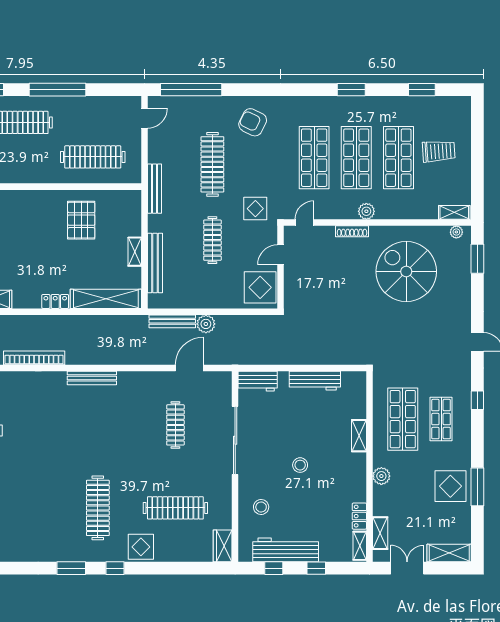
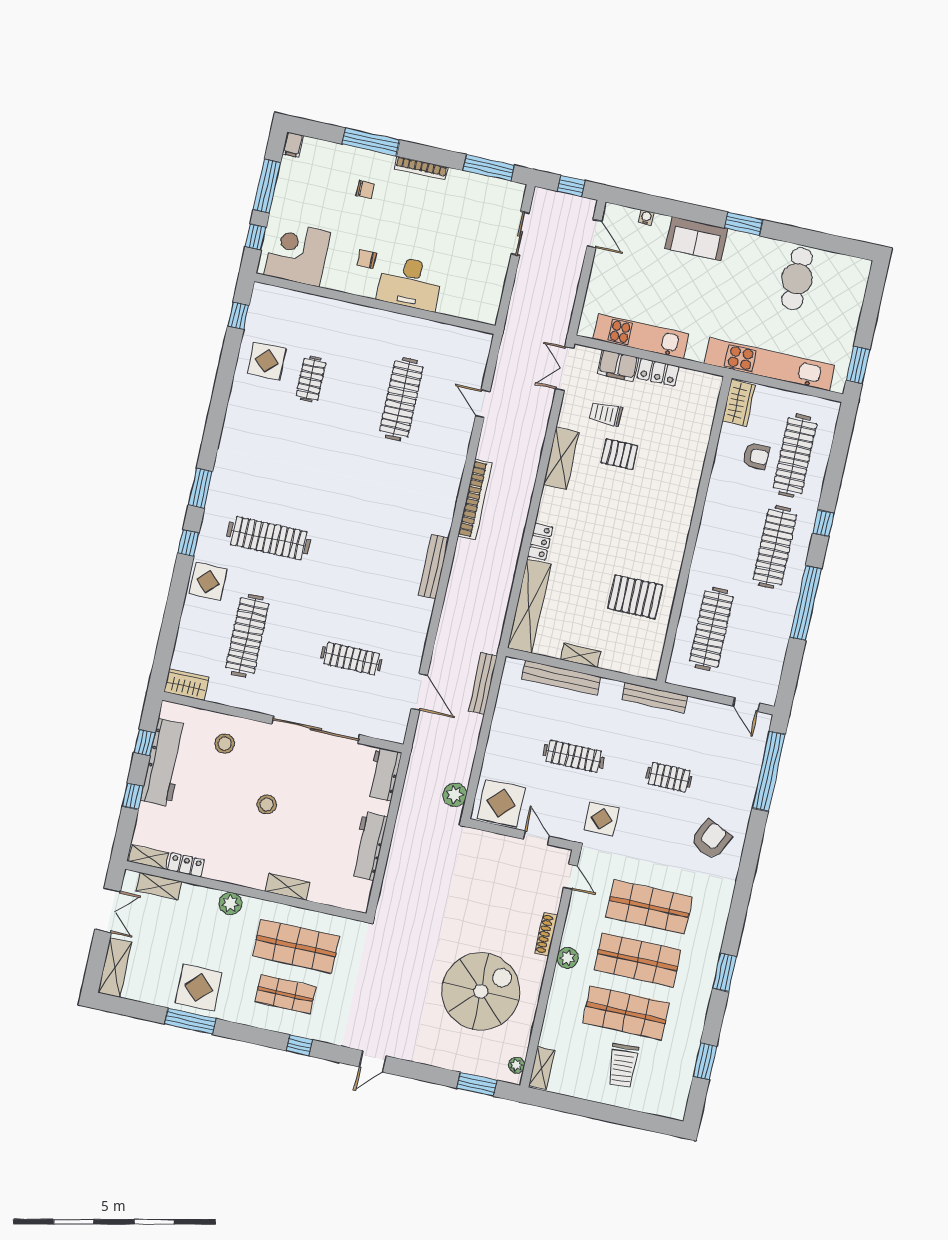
clothes rail: (212, 164) -> (669, 777), width x0.54, depth x0.76
plant: (206, 324) -> (455, 795), moved

